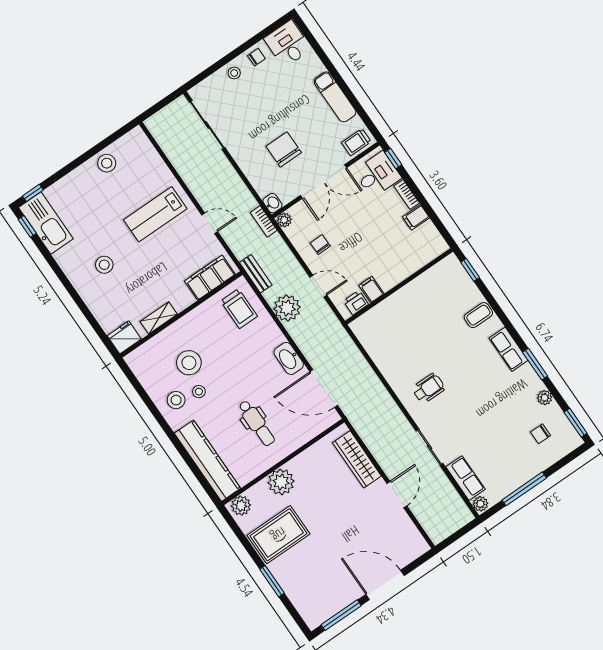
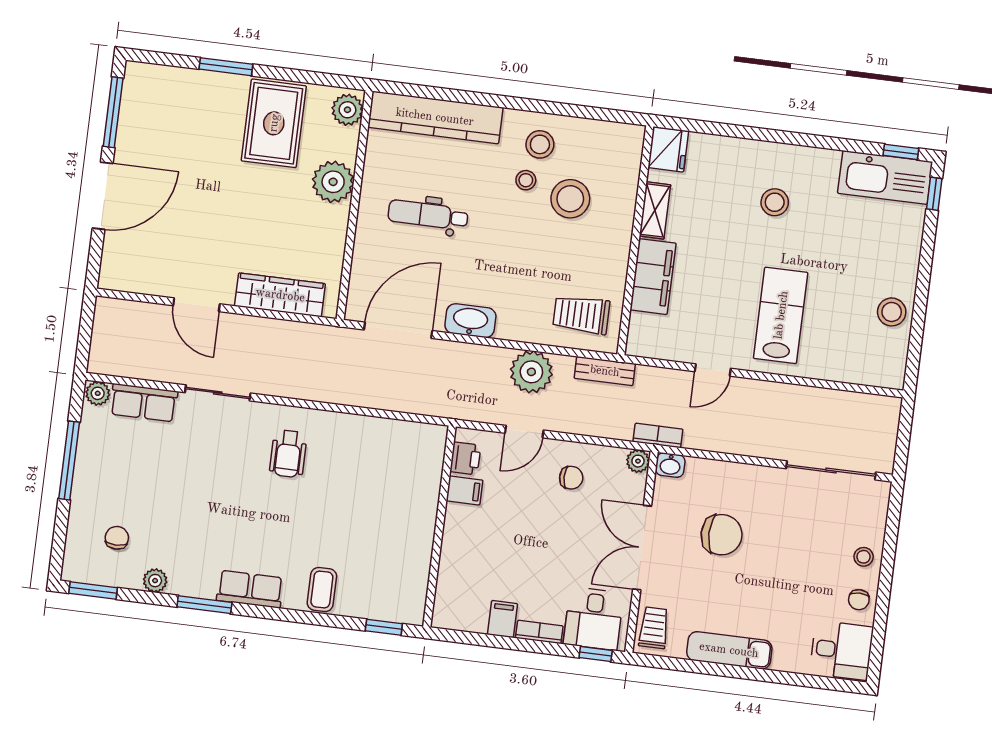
filing cabinet: (210, 278) -> (653, 277), moved

